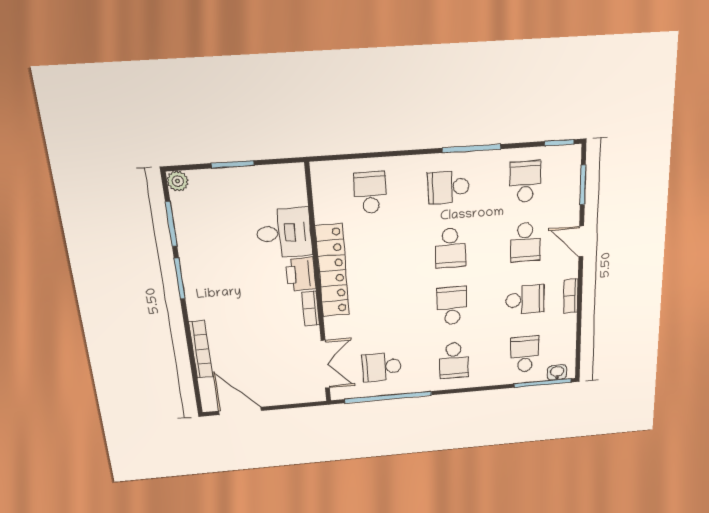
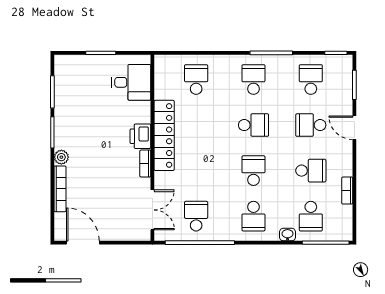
plant: (178, 181) -> (61, 157), moved
school desk: (448, 187) -> (253, 80), turned 90
desk: (284, 233) -> (131, 82), moved
school desk: (525, 242) -> (311, 125), turned 90
school desk: (450, 248) -> (253, 125), turned -90
bookcase: (571, 296) -> (347, 191), moved
school desk: (525, 354) -> (311, 216), turned 180
school desk: (382, 367) -> (196, 216), turned 90
washbasin: (557, 372) -> (288, 235), moved

